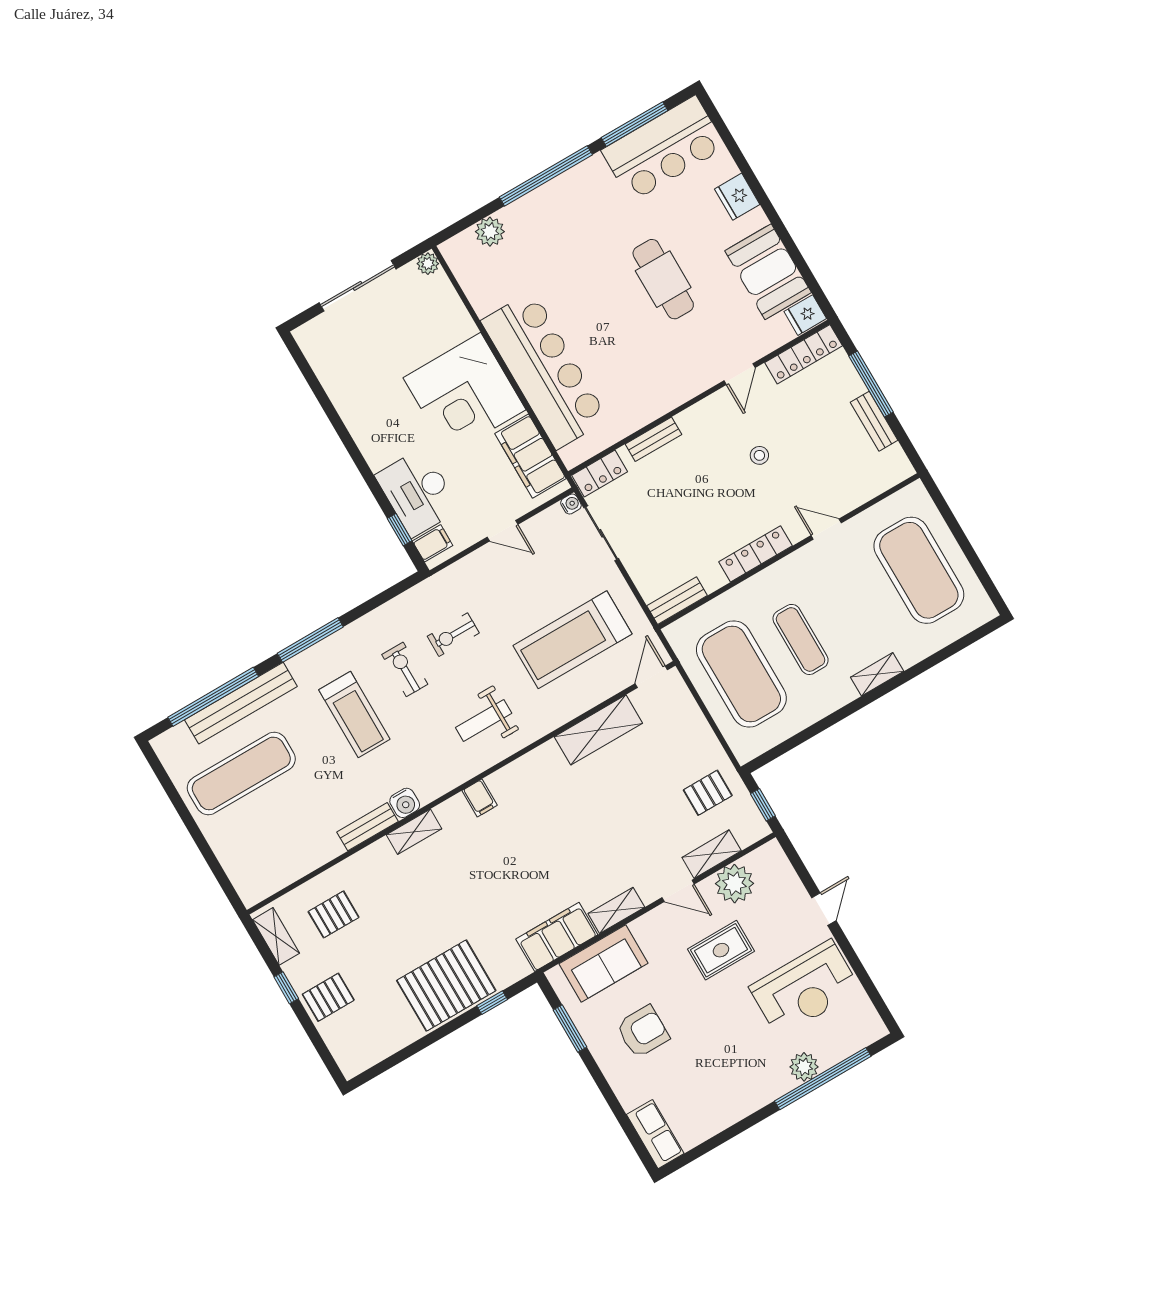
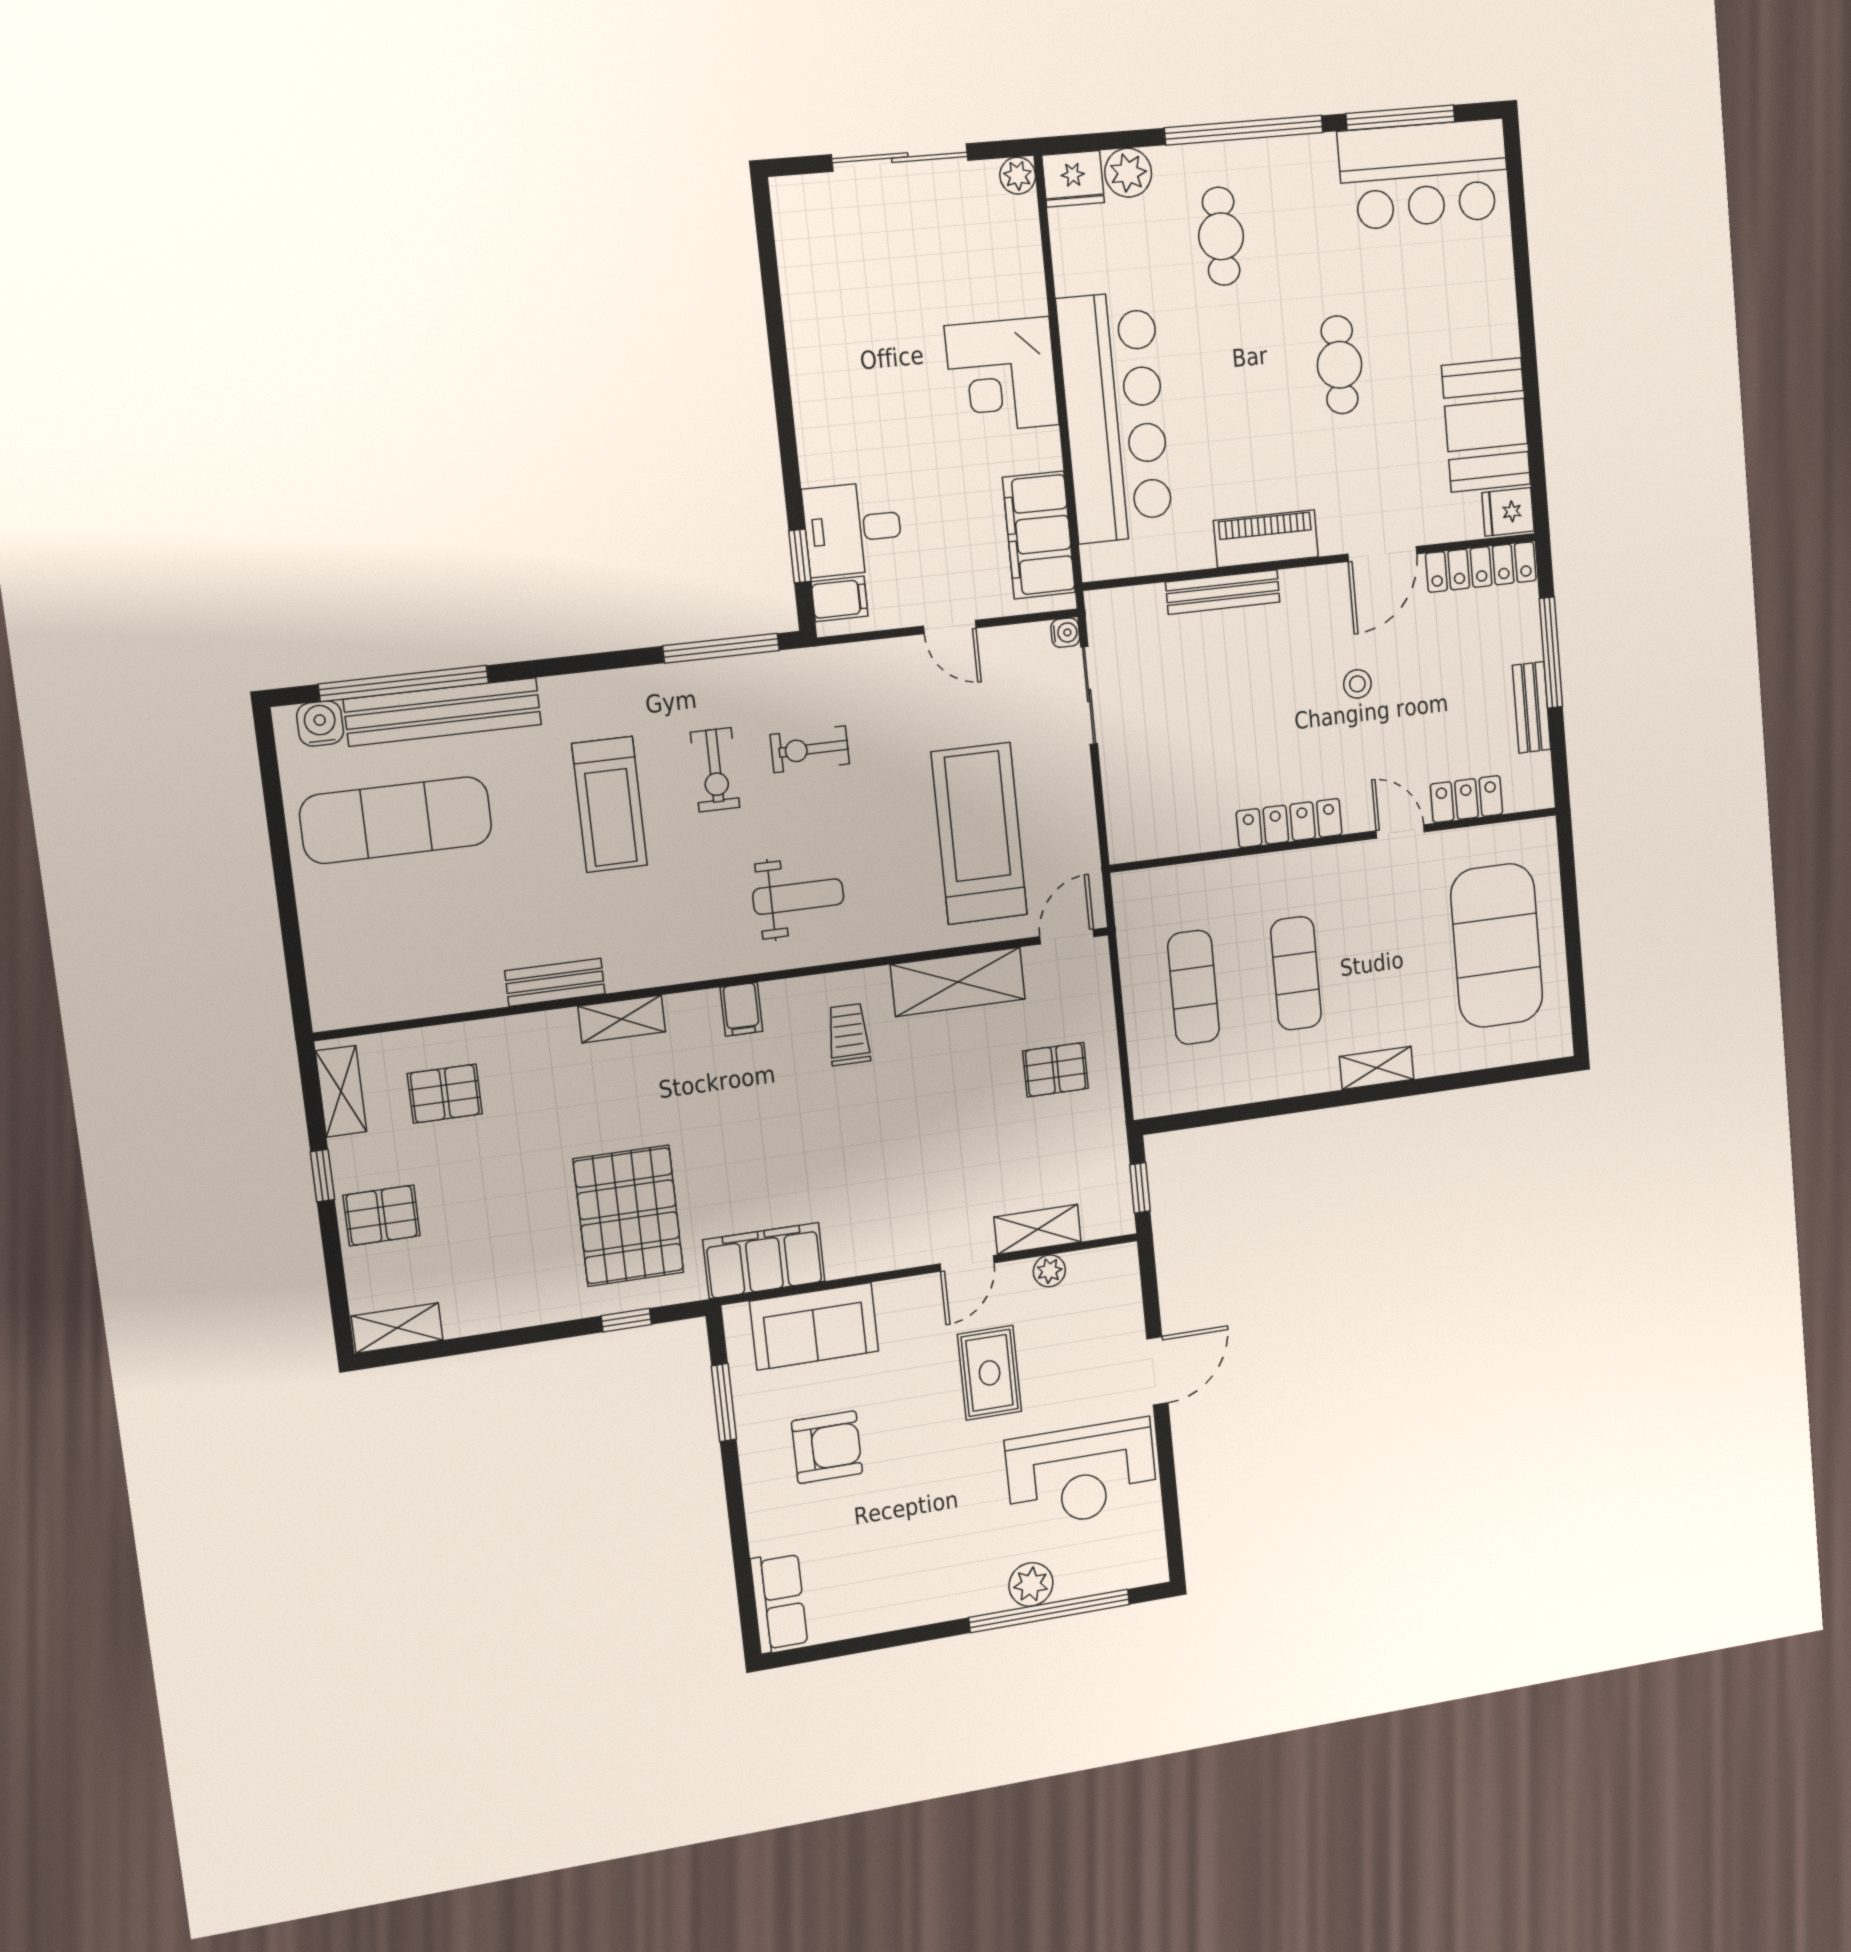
fridge: (737, 197) -> (1073, 179), moved, turned -90
cafe table: (560, 241) -> (1221, 236), added
cafe table: (663, 279) -> (1340, 365), width x0.73, depth x0.74
door: (740, 374) -> (1382, 554), width x1.38
corner desk: (464, 394) -> (1002, 375), width x0.74, depth x0.74
piano: (665, 397) -> (1266, 539), added
bench: (653, 439) -> (1223, 592), width x1.36
locker: (600, 474) -> (1467, 799), moved, turned 180
desk: (418, 492) -> (853, 529), width x0.73
bench: (677, 601) -> (1152, 842), removed
window: (310, 640) -> (721, 648), moved
treadmill: (572, 640) -> (979, 833), turned 90
exercise bike: (405, 669) -> (715, 770), turned 180
exercise mat: (741, 674) -> (1194, 987), width x0.50, depth x0.69
weight bench: (484, 720) -> (798, 897), turned 180
trolley: (548, 787) -> (849, 1035), added
pallet: (708, 793) -> (1056, 1070), moved
water cooler: (405, 803) -> (320, 724), moved, turned 180
plant: (735, 884) -> (1049, 1271), width x0.53, depth x0.53
door: (678, 891) -> (967, 1263), hinge flipped
door: (824, 909) -> (1157, 1371), width x1.37
shelving: (616, 910) -> (397, 1328), moved
rug: (721, 950) -> (990, 1373), turned 90
pallet: (446, 986) -> (628, 1216), moved, turned 90

